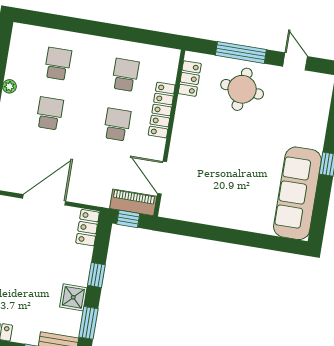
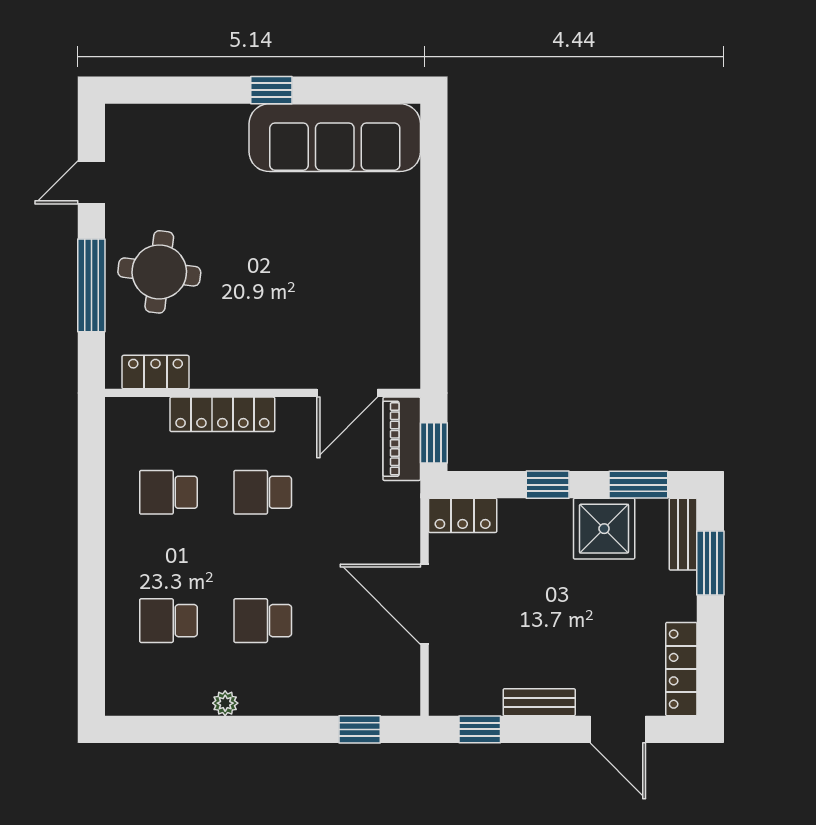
shower: (73, 297) -> (604, 529), width x1.36, depth x1.36

